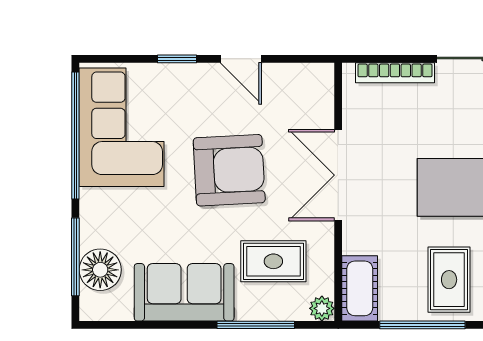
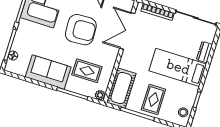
double door: (338, 175) -> (127, 31), moved
floor lamp: (100, 270) -> (13, 56), width x0.53, depth x0.53
cot: (360, 288) -> (121, 88), width x1.37, depth x1.34

